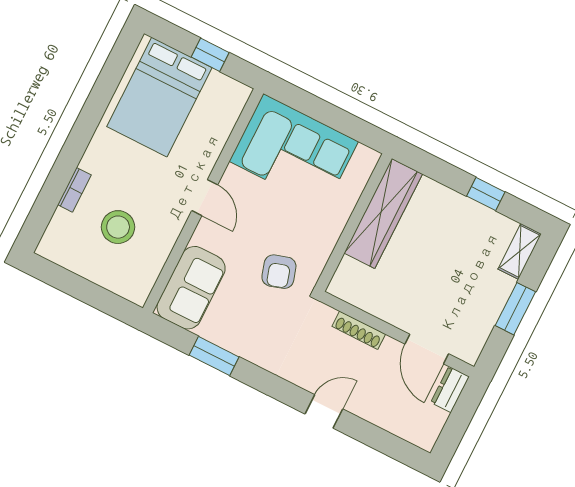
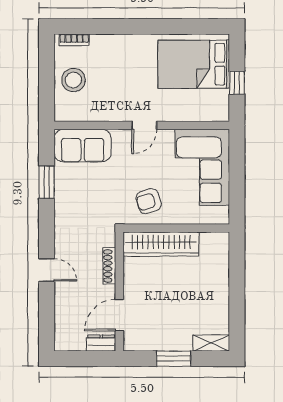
bookcase: (74, 190) -> (74, 40), moved
window: (486, 194) -> (237, 303), removed
wardrobe: (383, 213) -> (161, 244), moved
stool: (118, 227) -> (73, 80), moved
armchair: (279, 272) -> (149, 201), moved

